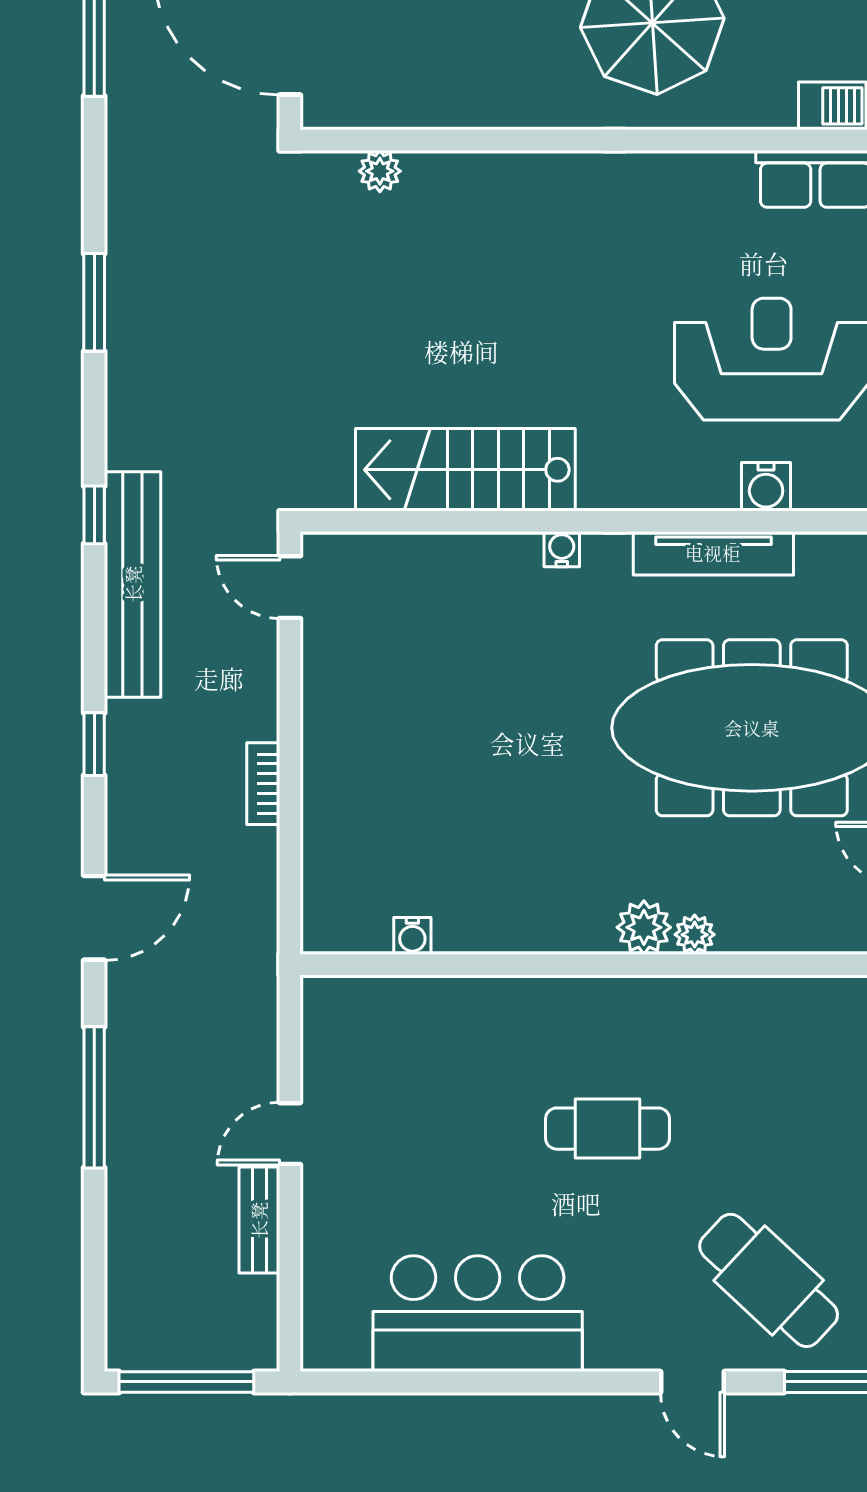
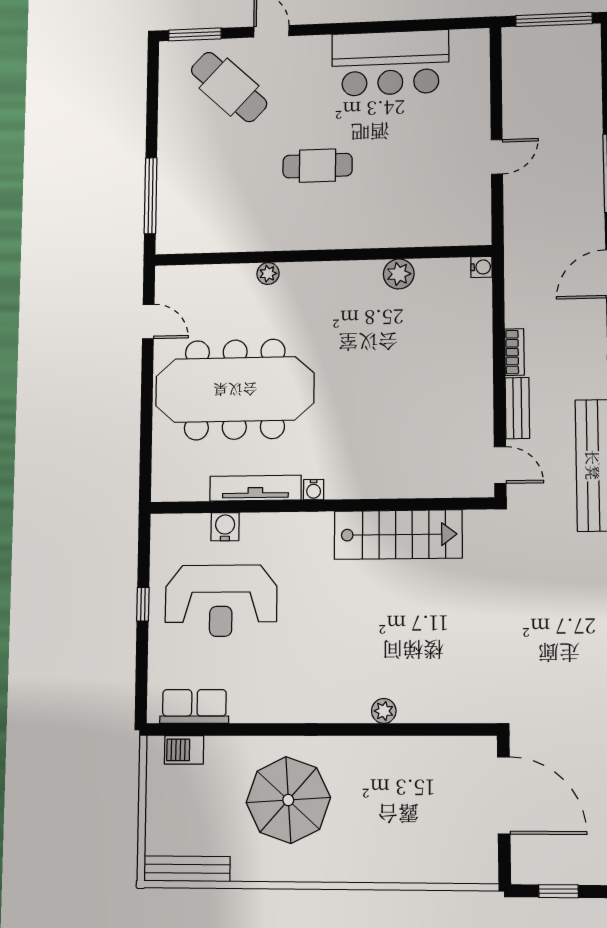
plant: (380, 171) -> (384, 711), moved
water cooler: (562, 549) -> (314, 490), moved
plant: (644, 927) -> (399, 274), moved
water cooler: (412, 936) -> (481, 267), moved, turned 90
bench: (259, 1220) -> (517, 408), moved

